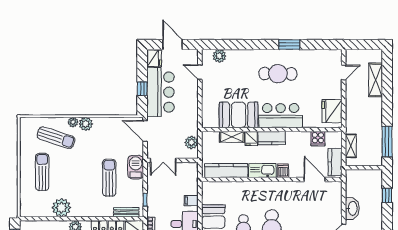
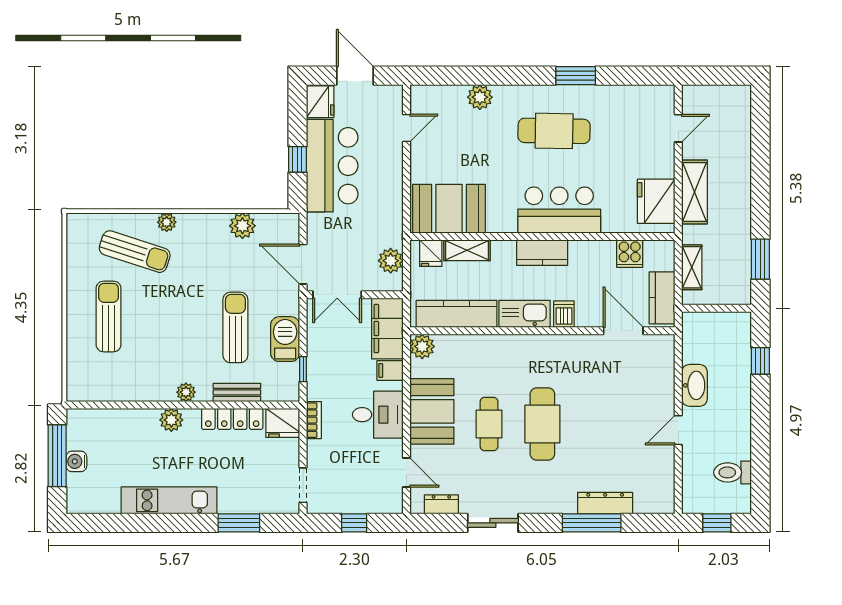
plant: (219, 56) -> (480, 97), moved
door: (200, 72) -> (406, 128), swing flipped
shelving: (376, 80) -> (694, 192), moved
booth: (239, 115) -> (449, 209), moved
plant: (86, 124) -> (242, 226), moved
door: (145, 131) -> (303, 264), moved
fridge: (251, 138) -> (431, 253), moved
window: (387, 142) -> (760, 259), width x0.69
barbecue: (136, 167) -> (285, 339), moved
filing cabinet: (190, 178) -> (387, 329), added
plant: (208, 188) -> (422, 346), added
plant: (61, 208) -> (186, 392), moved, width x0.53, depth x0.53
bench: (126, 212) -> (237, 392), moved

